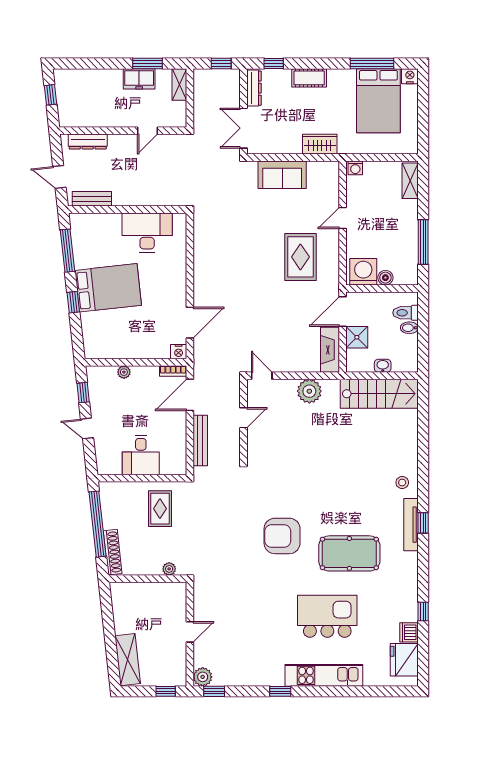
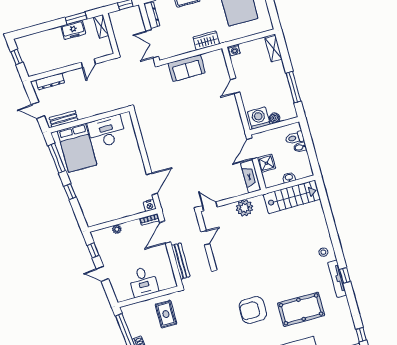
rug: (300, 257) -> (214, 120), removed
bed: (108, 288) -> (77, 148), moved, turned 96

